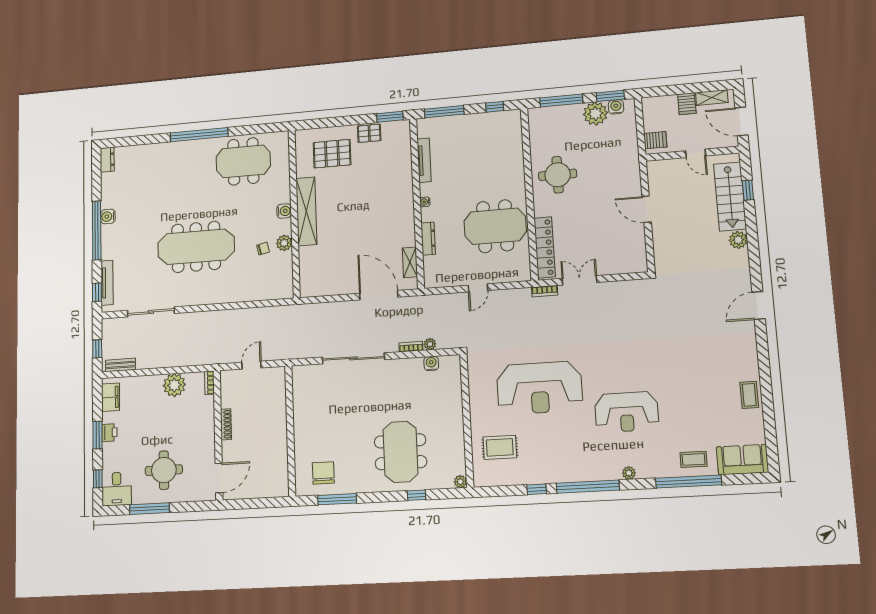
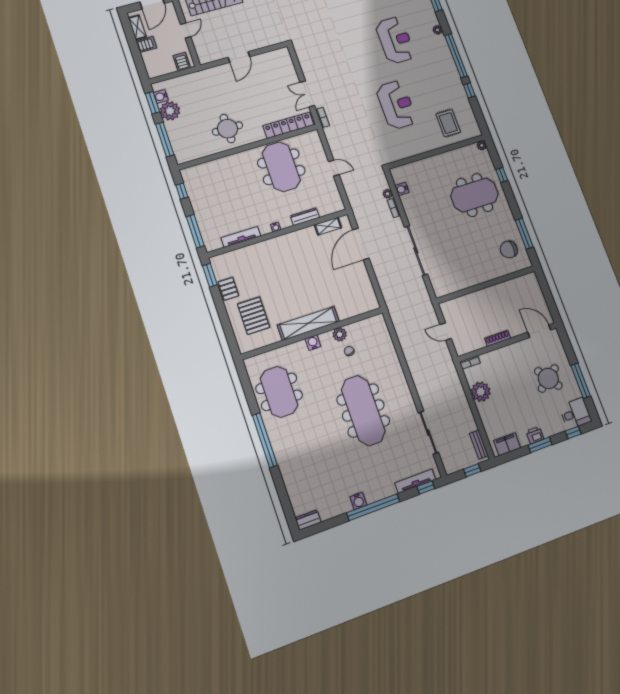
reception desk: (539, 388) -> (396, 105), width x0.74, depth x0.77
round table: (164, 470) -> (548, 379), turned -36

